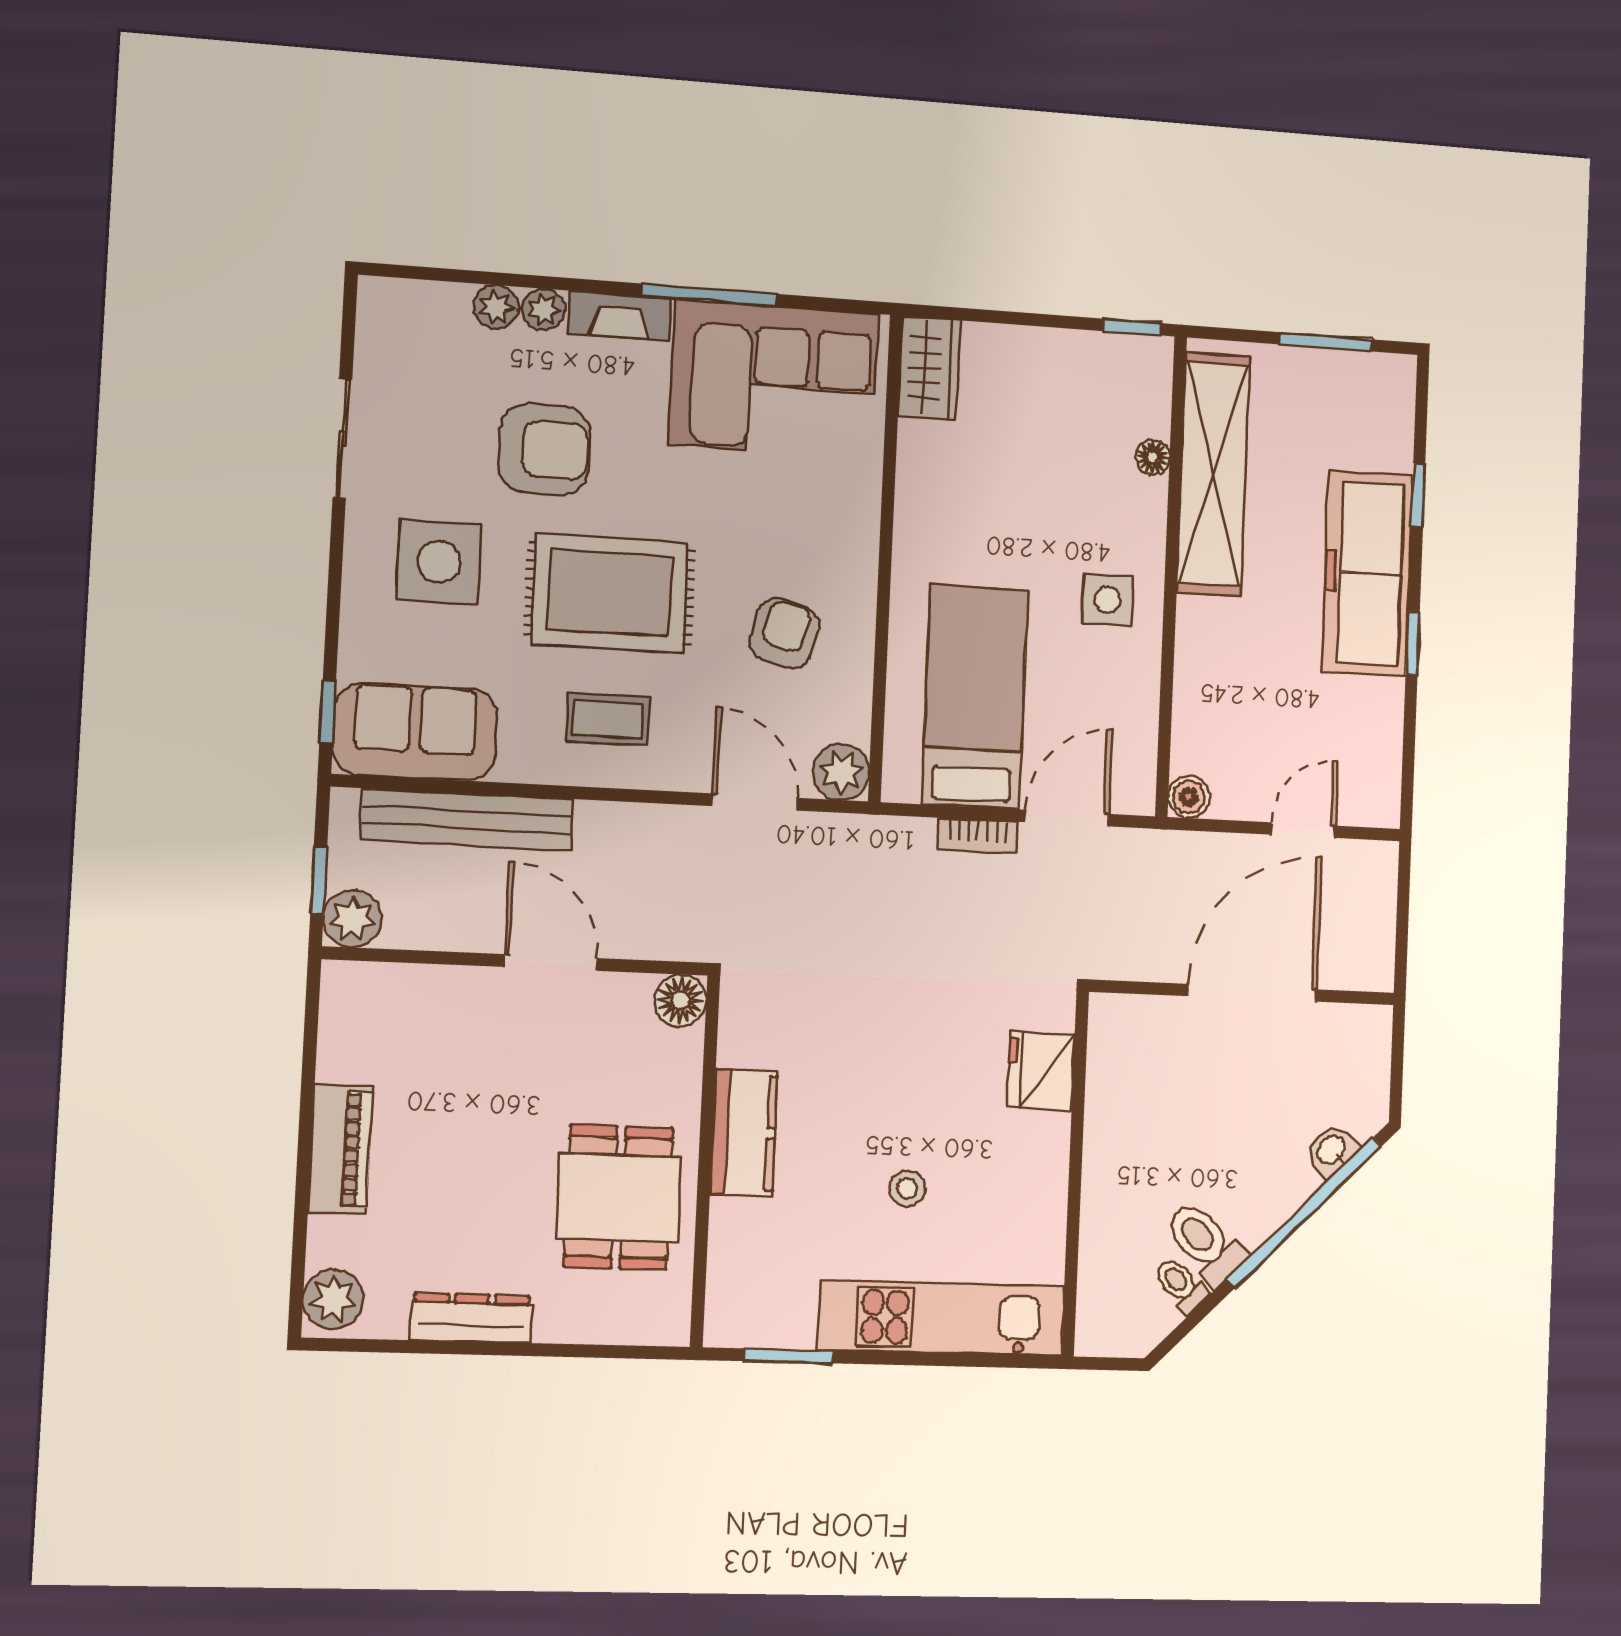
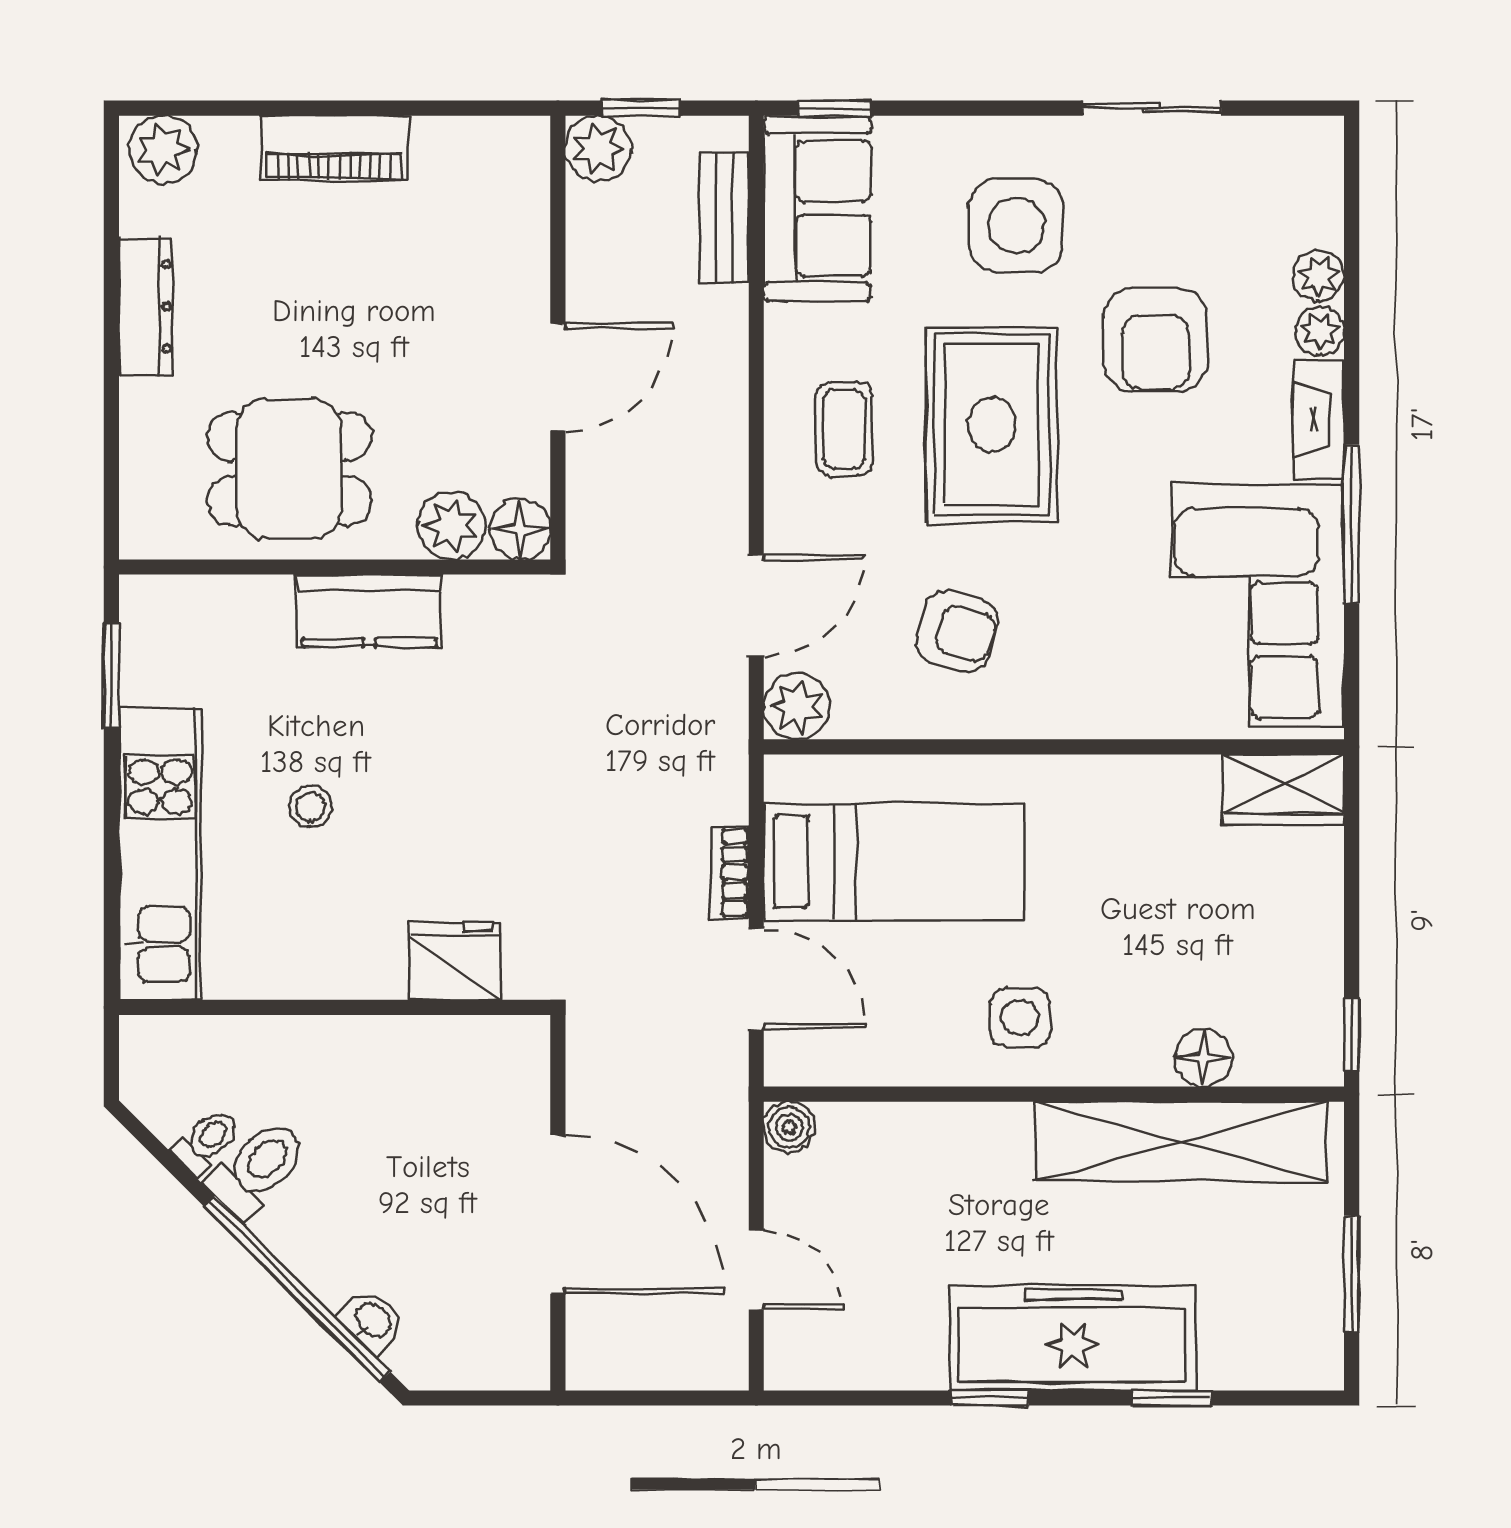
floor lamp: (1153, 457) -> (1204, 1058), width x1.37, depth x1.37
bench: (467, 820) -> (724, 217), width x0.54, depth x0.82
plant: (675, 1059) -> (451, 526), added

